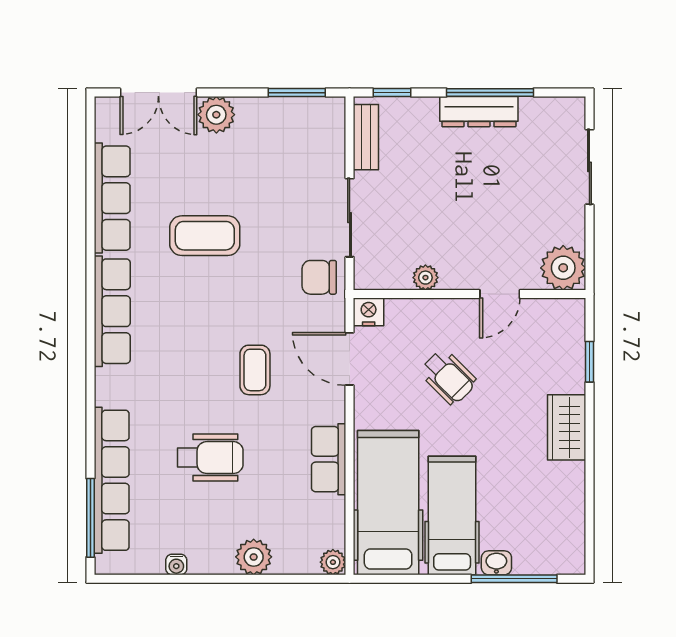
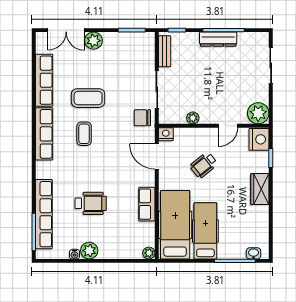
nightstand: (565, 323) -> (259, 139), added
coffee table: (255, 370) -> (84, 134), moved
wheelchair: (448, 377) -> (204, 165), turned 96
plant: (254, 557) -> (89, 251), moved
washbasin: (496, 563) -> (254, 253), moved

